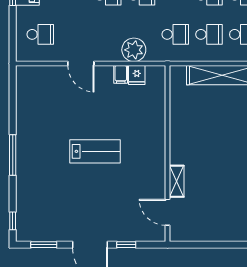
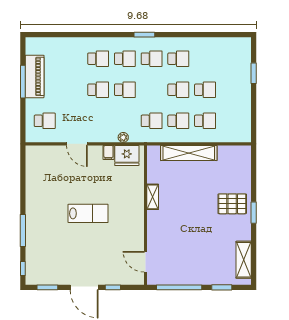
plant: (134, 50) -> (123, 137), width x0.53, depth x0.53
fridge: (137, 75) -> (127, 156), width x1.88, depth x1.34
window: (13, 155) -> (23, 231), moved
shelving: (177, 181) -> (153, 197), moved
window: (210, 245) -> (179, 287), added

